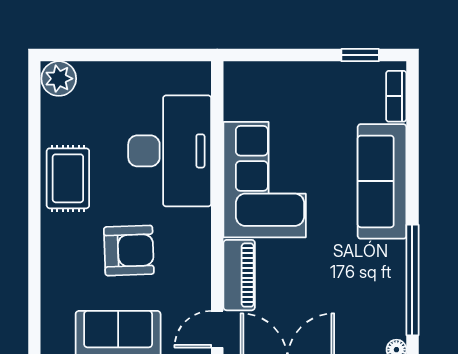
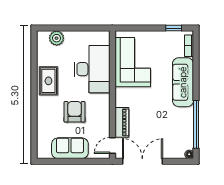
plant: (59, 79) -> (57, 38), moved
corner sofa: (265, 180) -> (133, 62), moved
armchair: (129, 251) -> (75, 112), turned -88

